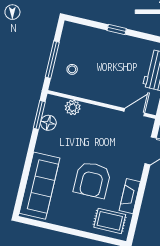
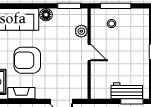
door: (134, 112) -> (89, 52), moved
floor lamp: (48, 123) -> (46, 15), moved

